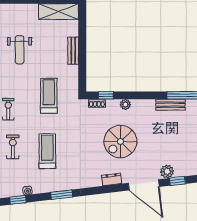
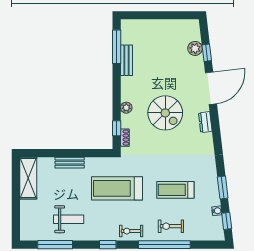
treadmill: (49, 96) -> (117, 188), width x1.37, depth x1.38
plant: (167, 172) -> (195, 48), moved
window: (62, 195) -> (223, 187), moved

